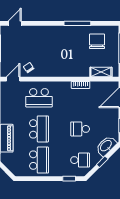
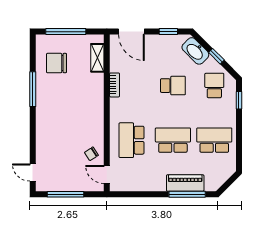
school desk: (39, 98) -> (131, 140), turned 180
school desk: (80, 129) -> (173, 86), turned -90

